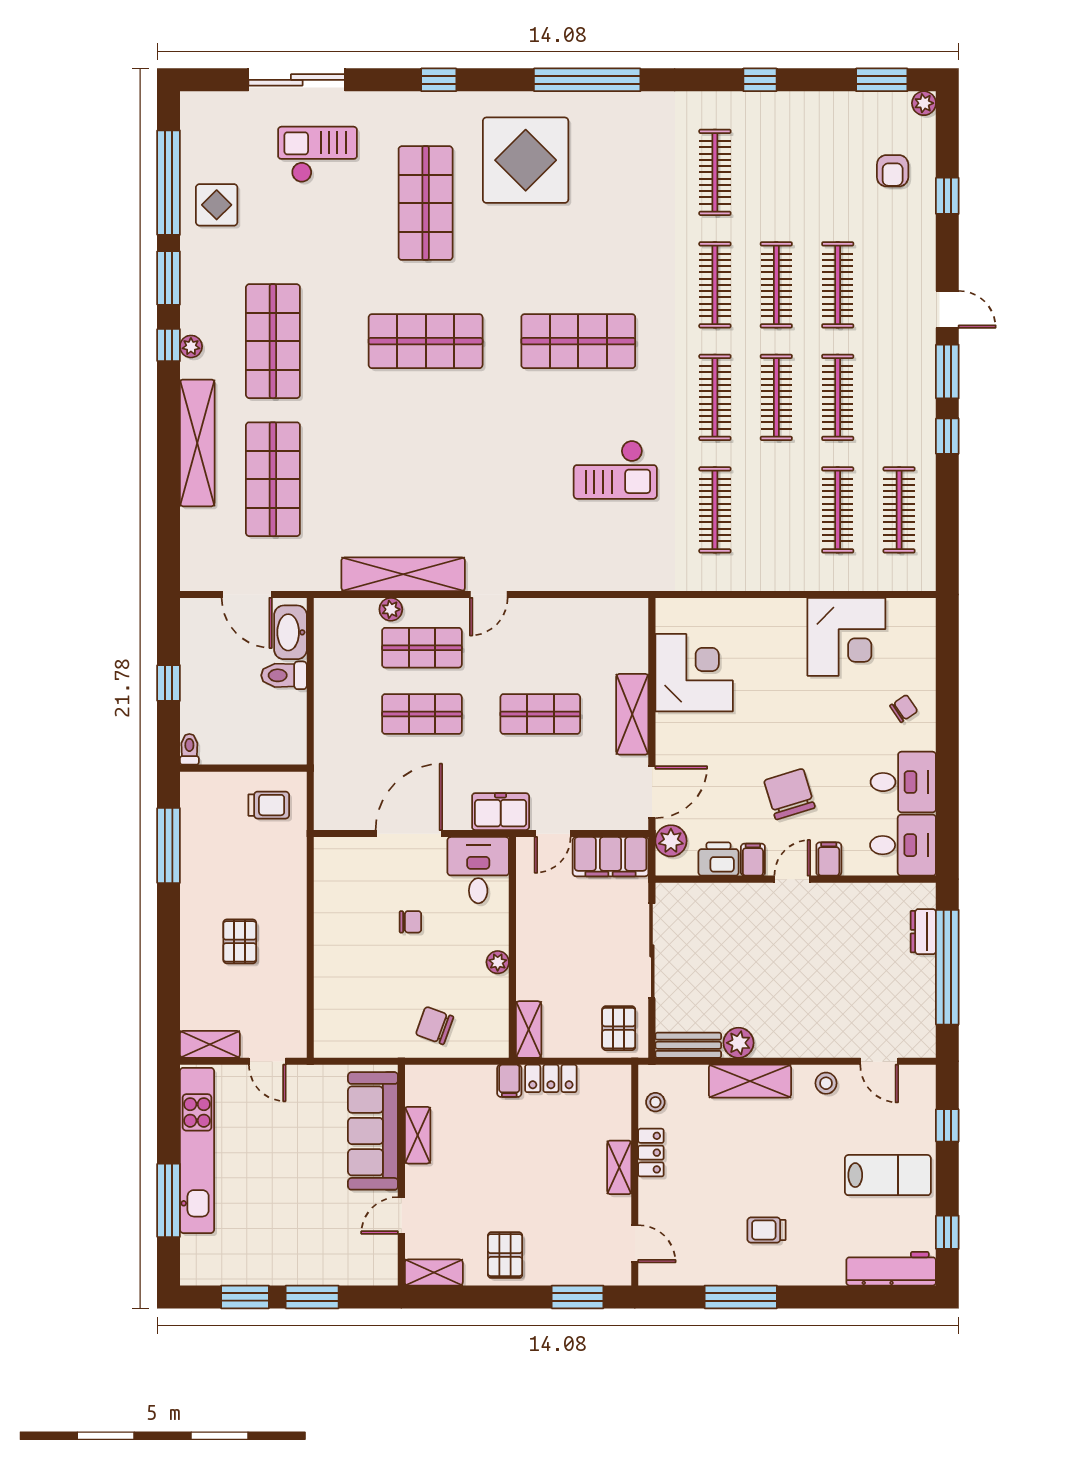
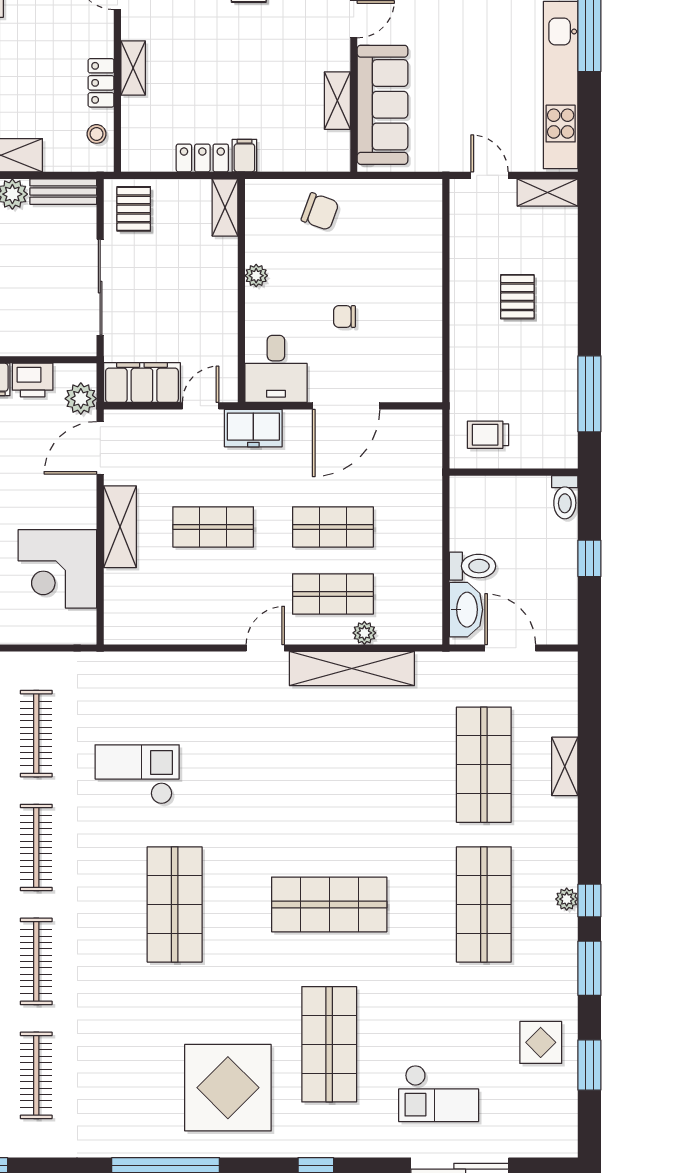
window: (169, 183) -> (589, 1065), width x0.47
shop shelf: (578, 341) -> (175, 904), turned 90
shelving: (197, 443) -> (565, 766), width x0.45, depth x0.75
toilet: (189, 749) -> (565, 497), width x1.37, depth x1.39

